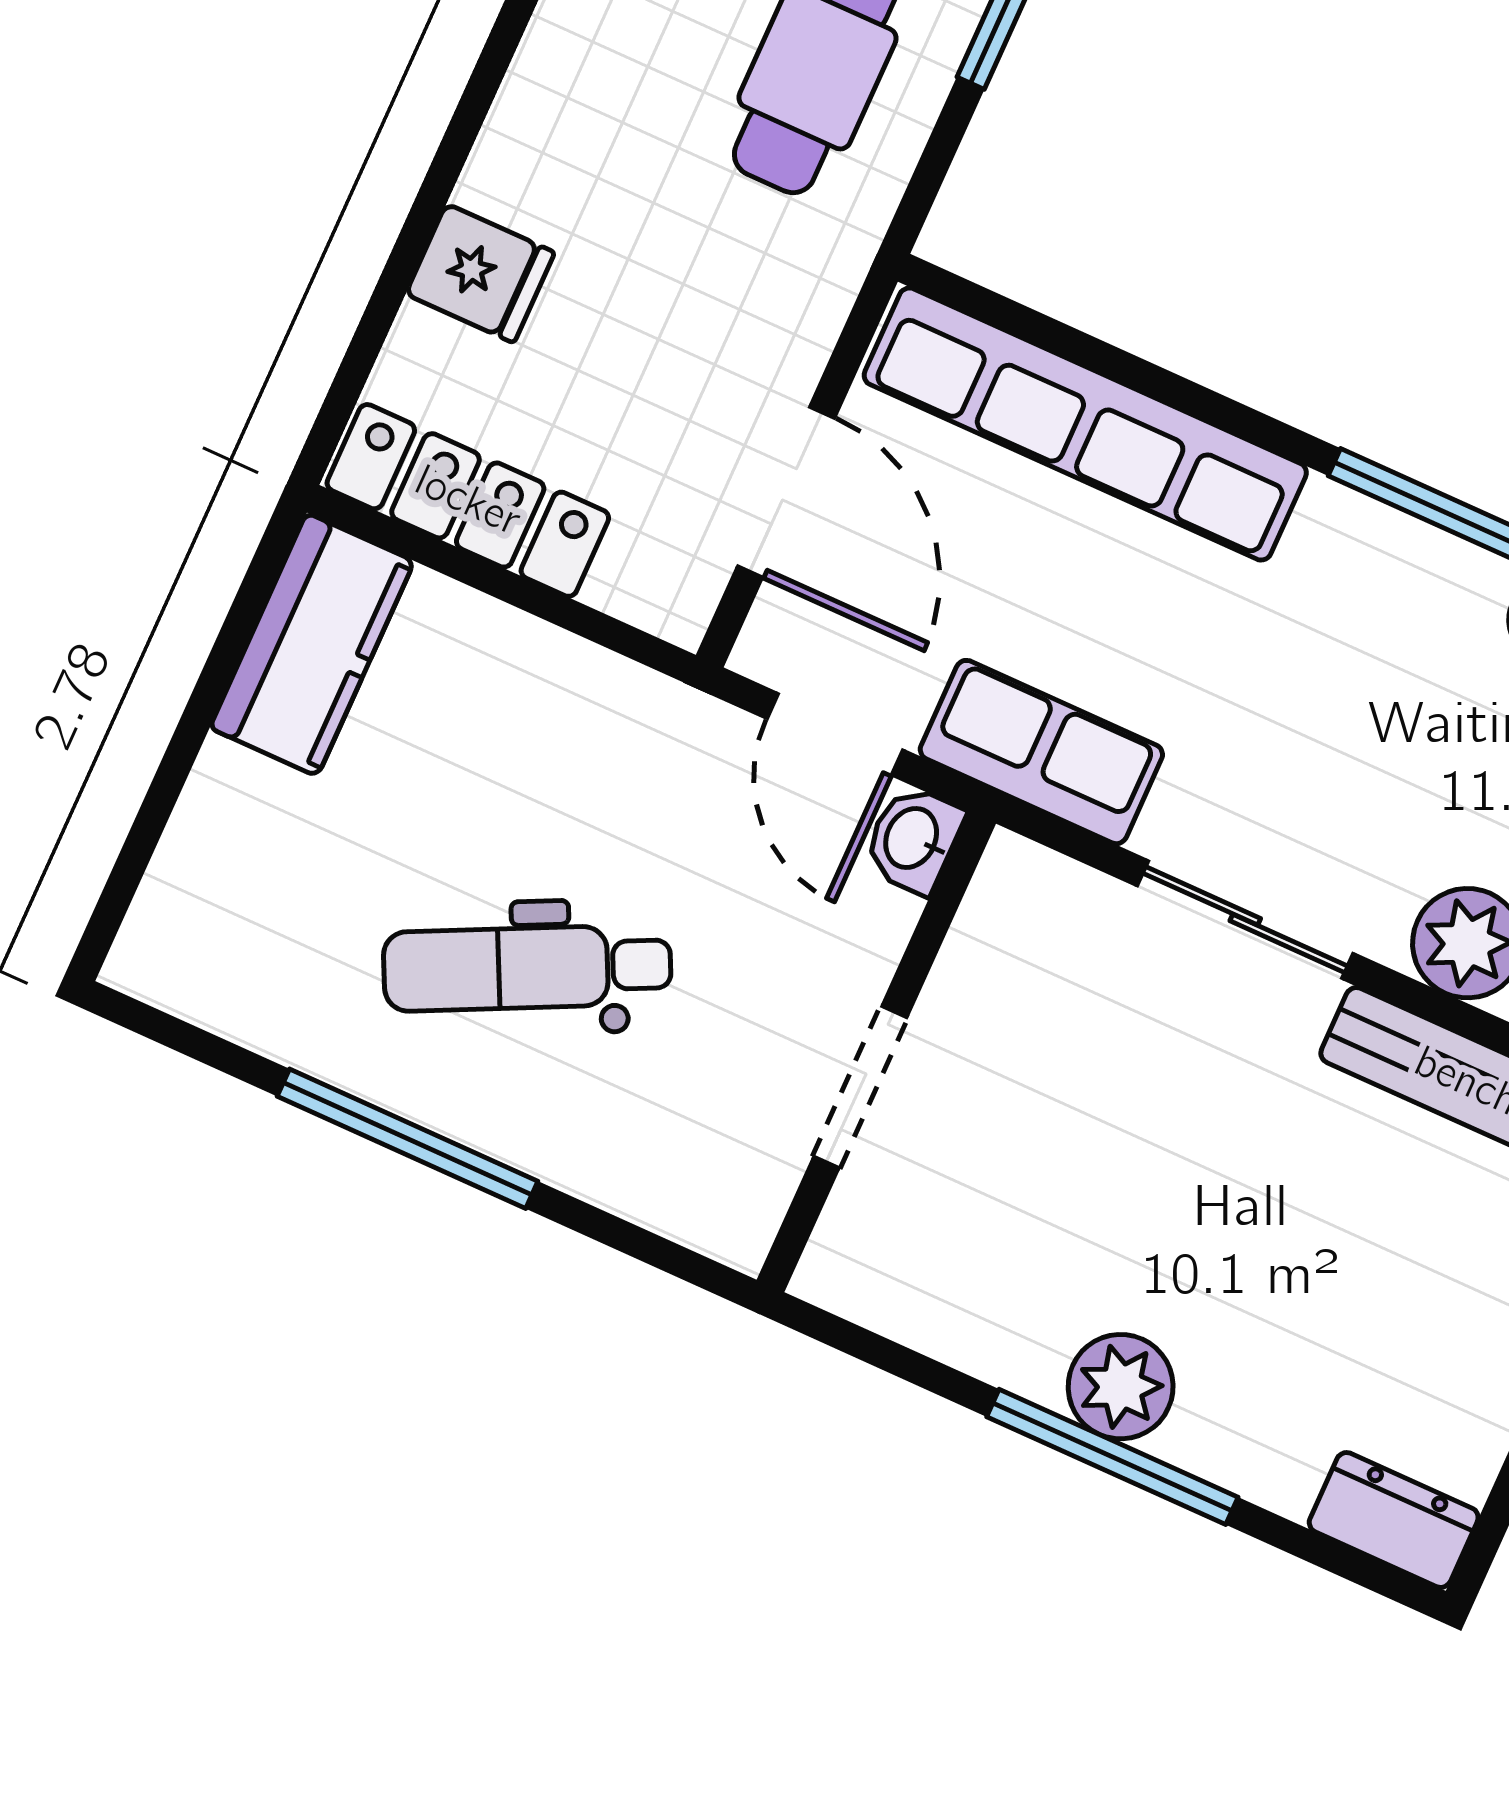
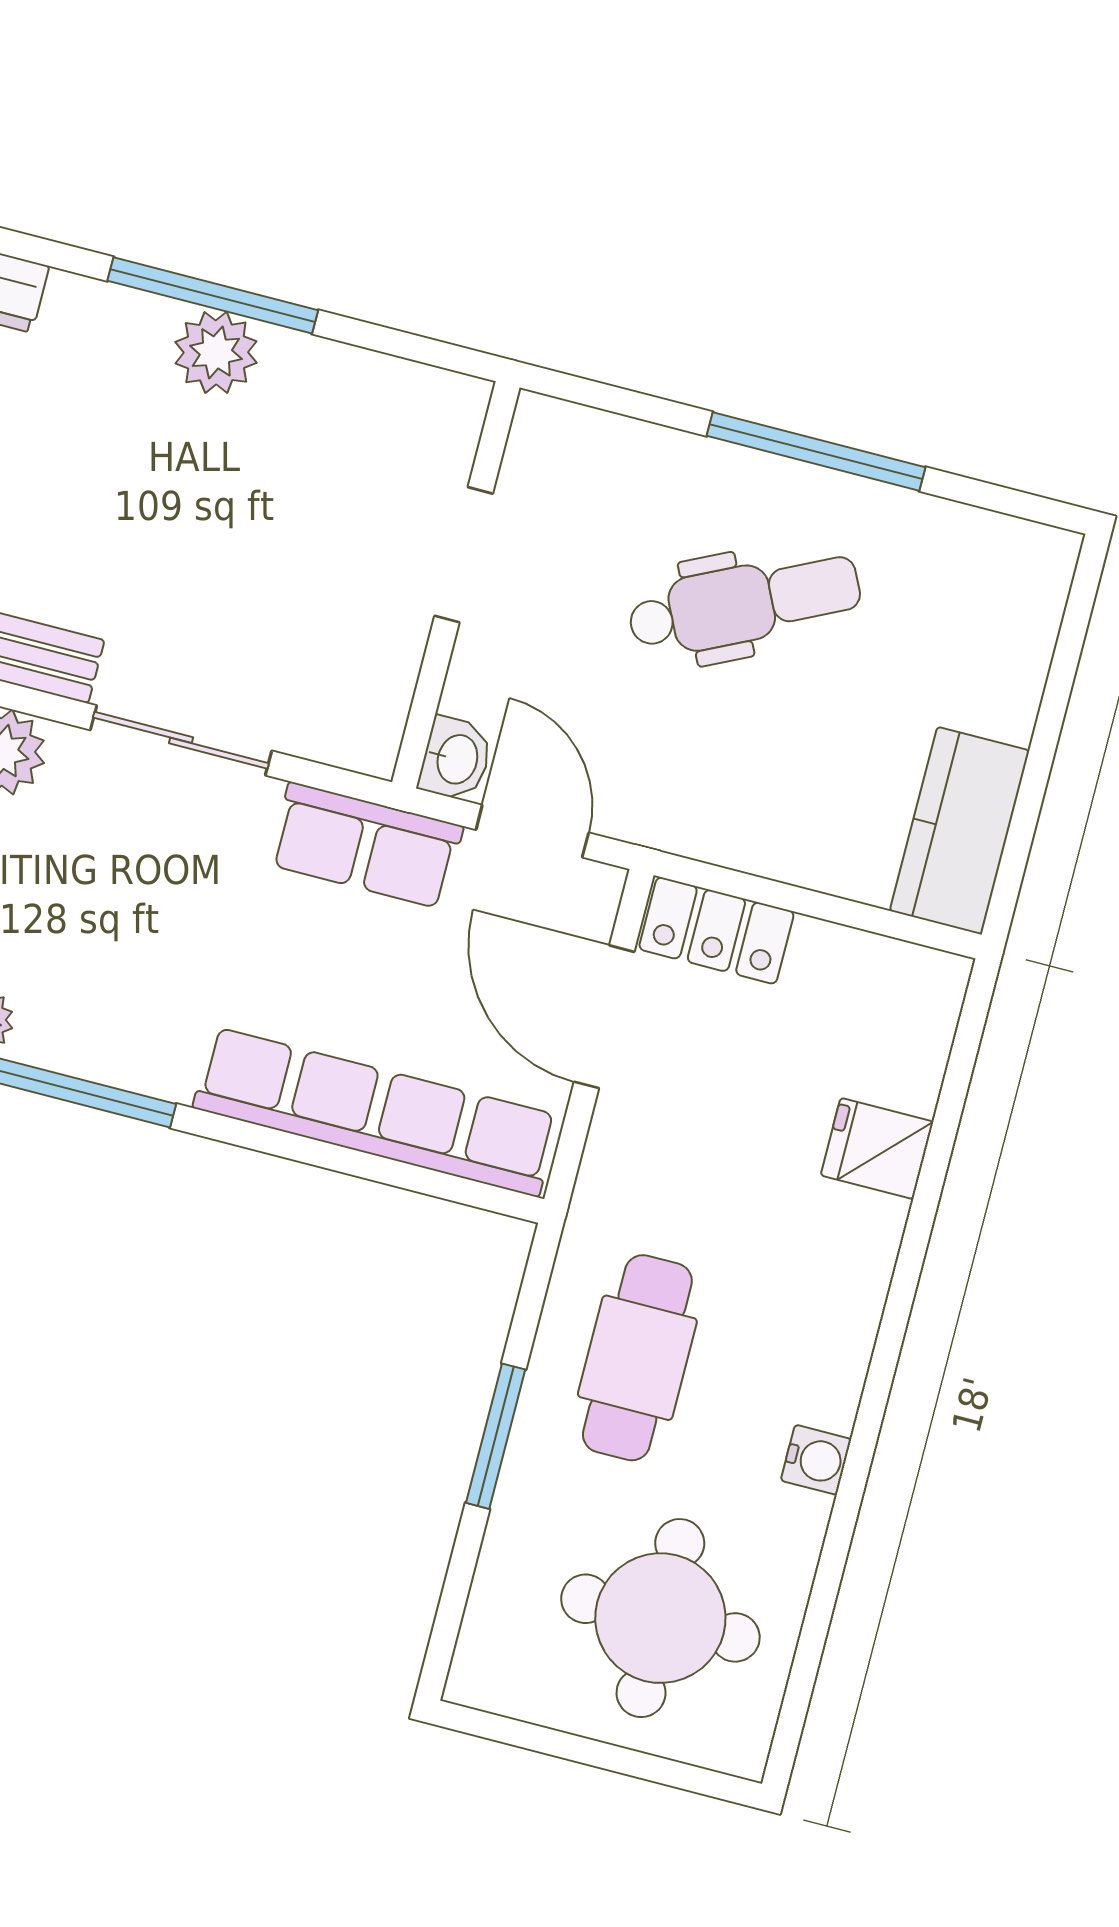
locker: (468, 500) -> (716, 930), moved, width x0.66

